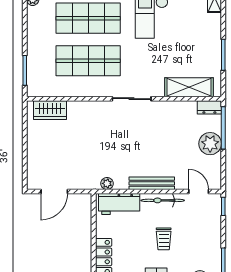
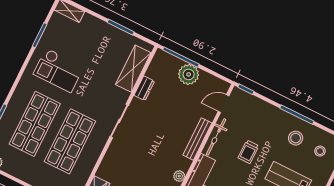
dresser: (209, 107) -> (144, 88), moved
trolley: (164, 239) -> (248, 152), turned 90

